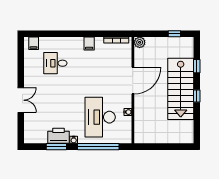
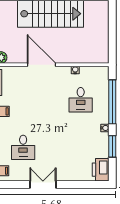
double door: (21, 100) -> (43, 184), moved
desk: (100, 117) -> (81, 100), width x0.53, depth x0.77
printer: (58, 136) -> (101, 170), moved

